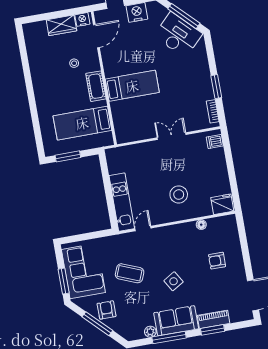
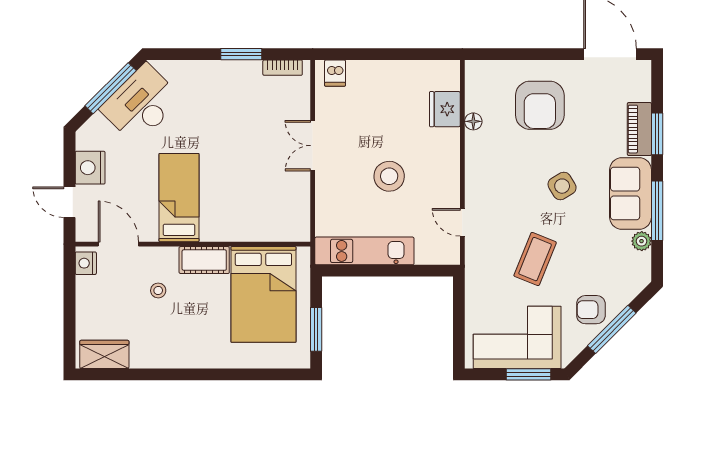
wardrobe: (61, 25) -> (104, 354), moved, turned -90
bed: (132, 86) -> (179, 198), moved
bed: (82, 123) -> (263, 294), width x1.50
stool: (179, 195) -> (389, 176), moved
kitchen unit: (122, 202) -> (364, 251), moved
fridge: (222, 204) -> (445, 109), moved
armchair: (217, 261) -> (540, 105), width x1.88, depth x1.88

